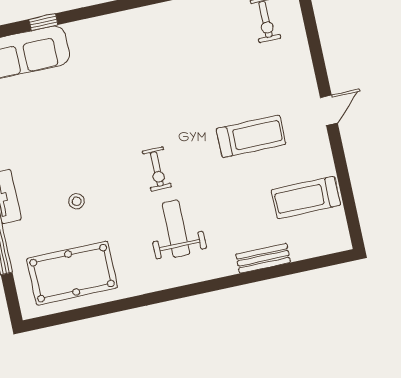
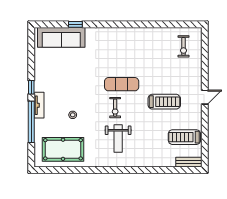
exercise mat: (160, 120) -> (122, 84), added
weight bench: (176, 229) -> (118, 139), turned 180
bench: (263, 258) -> (189, 162), moved

